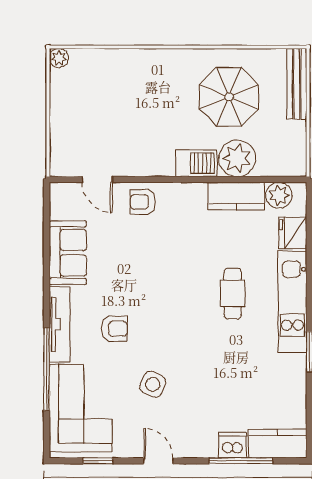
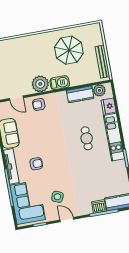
bench: (297, 84) -> (102, 62), moved
plant: (237, 158) -> (40, 84), moved
side table: (153, 384) -> (57, 197), moved

